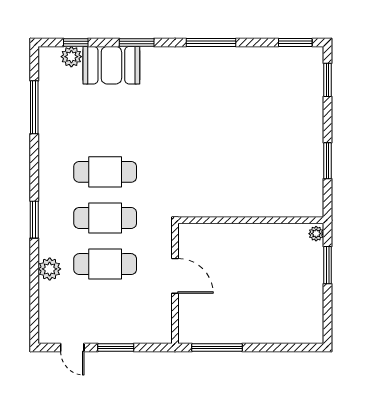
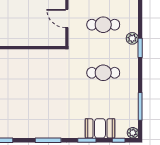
plant: (71, 57) -> (133, 133), moved
cafe table: (105, 218) -> (103, 49), removed
plant: (50, 269) -> (132, 38), moved

